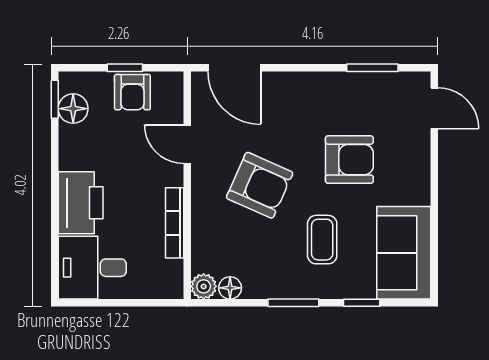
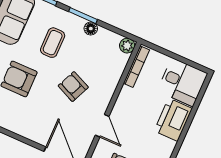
armchair: (260, 185) -> (73, 87), width x0.72, depth x0.72
bookcase: (175, 223) -> (136, 67), moved
floor lamp: (230, 288) -> (91, 29), moved

